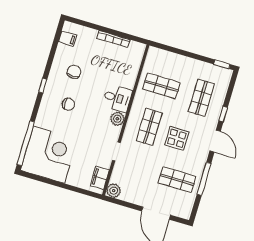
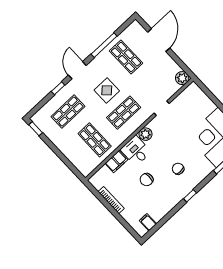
chair: (74, 72) -> (147, 180), moved
filing cabinet: (100, 178) -> (116, 162), moved

